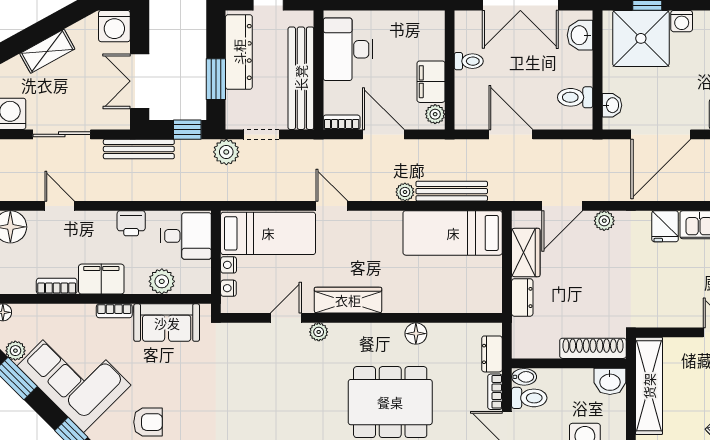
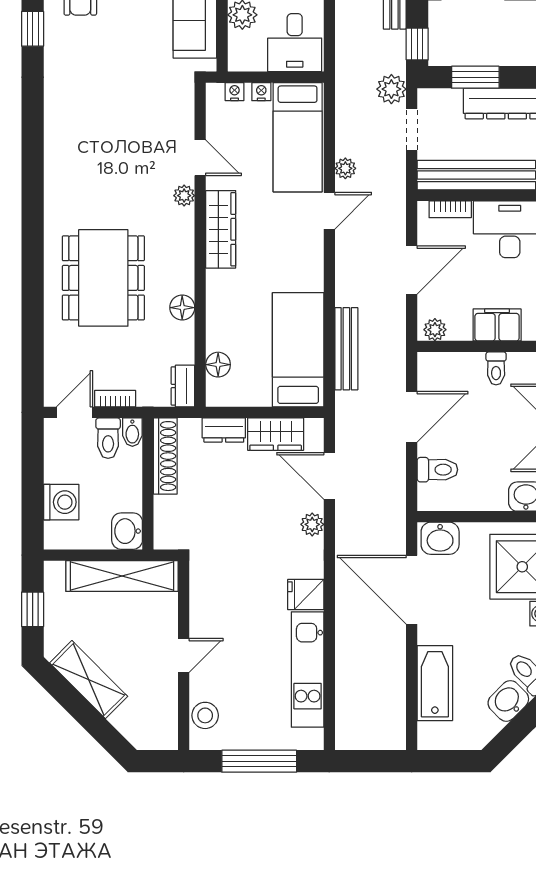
filing cabinet: (431, 82) -> (497, 325), moved
toilet: (575, 97) -> (437, 470), moved, turned 90
washbasin: (612, 105) -> (440, 538), width x1.38, depth x1.45
bookcase: (342, 122) -> (450, 209), moved, turned 90
plant: (405, 192) -> (345, 168), moved
floor lamp: (465, 302) -> (218, 365), added
shoe rack: (593, 348) -> (165, 456), moved
dresser: (492, 354) -> (183, 386), moved, turned -90

